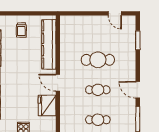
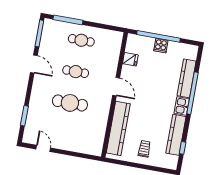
fridge: (47, 106) -> (130, 59), width x0.53, depth x0.75

